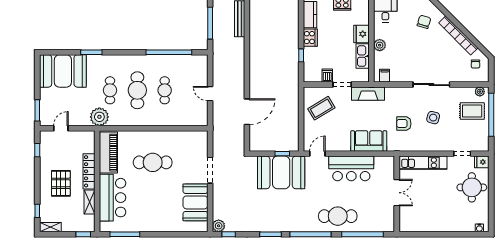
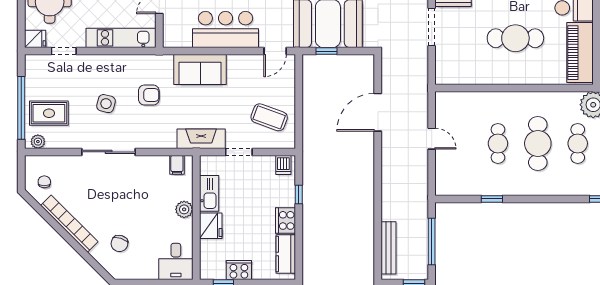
window: (169, 52) -> (492, 199), width x0.32
dishwasher: (327, 76) -> (283, 165), moved
coffee table: (321, 108) -> (269, 117), turned 51

